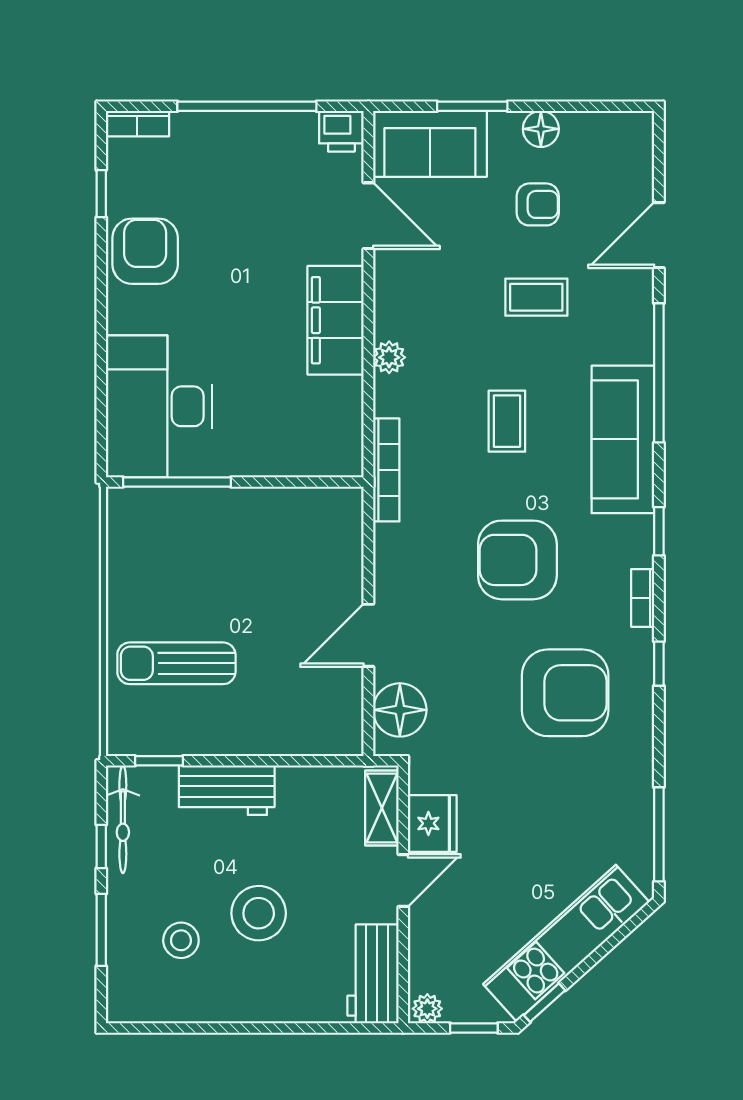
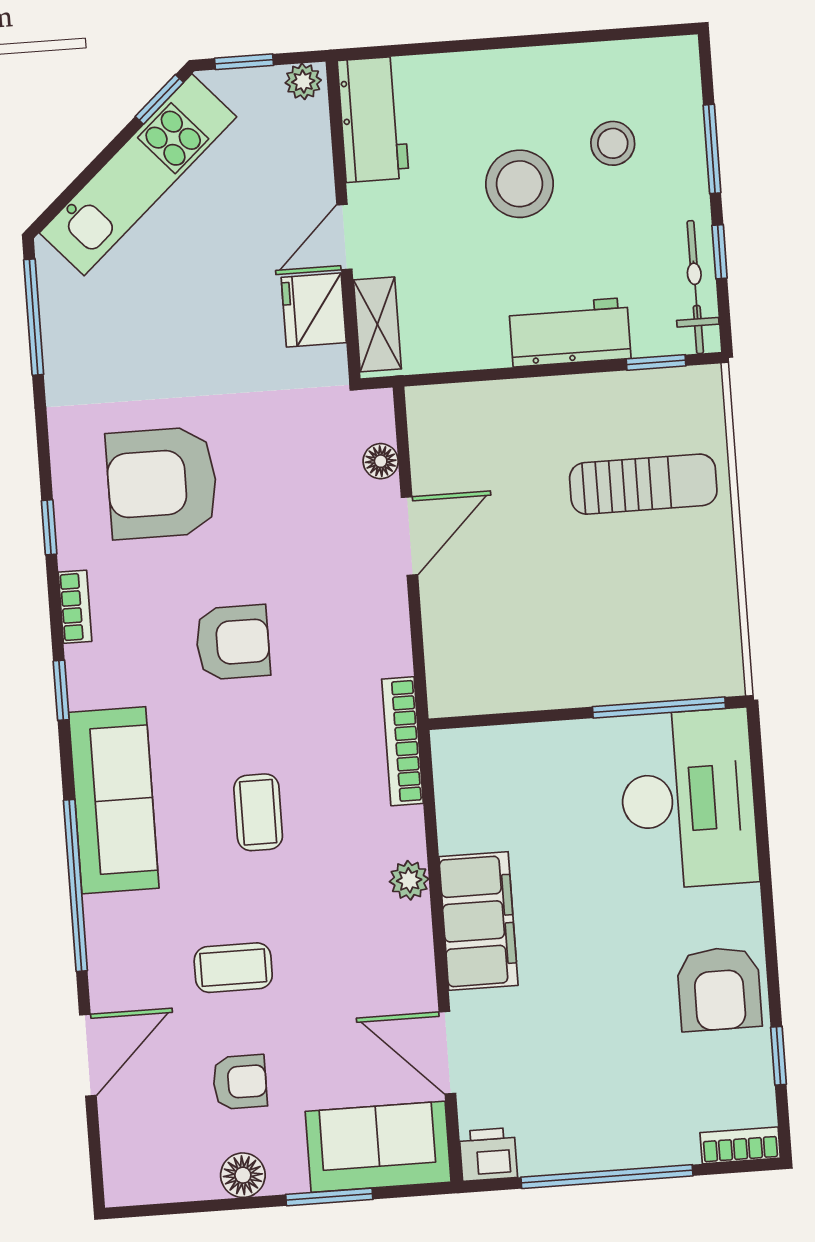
armchair: (538, 204) -> (240, 1082), turned 180
armchair: (517, 560) -> (233, 642), width x0.73, depth x0.73
floor lamp: (400, 710) -> (381, 461), width x0.53, depth x0.53

